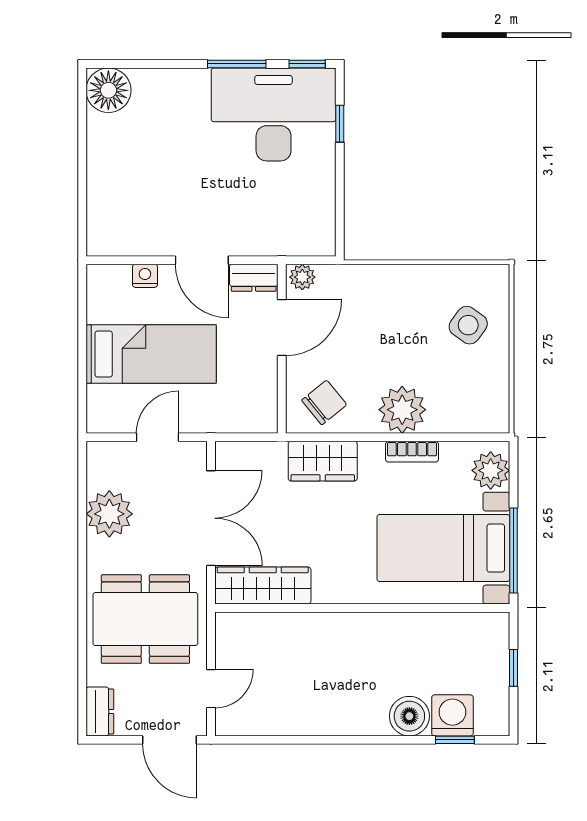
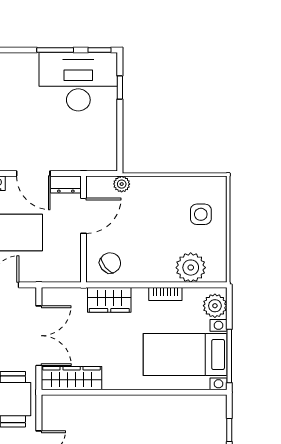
plant: (302, 277) -> (122, 184), moved
side table: (468, 325) -> (201, 214), turned -36
plant: (402, 410) -> (191, 268), moved

